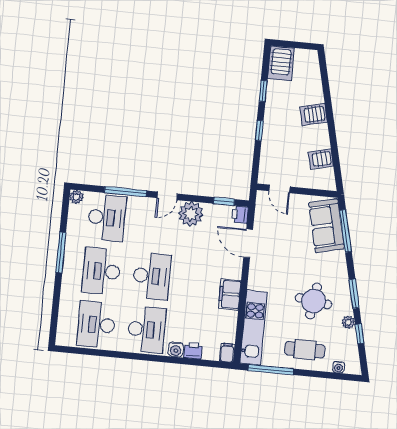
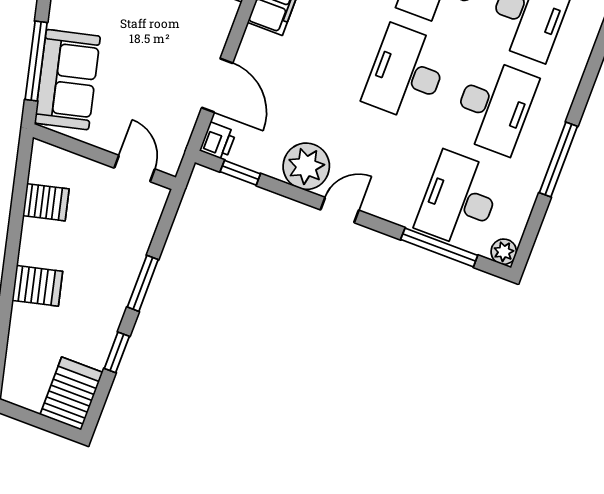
window: (259, 130) -> (143, 283), width x1.50
window: (125, 192) -> (439, 247), moved

